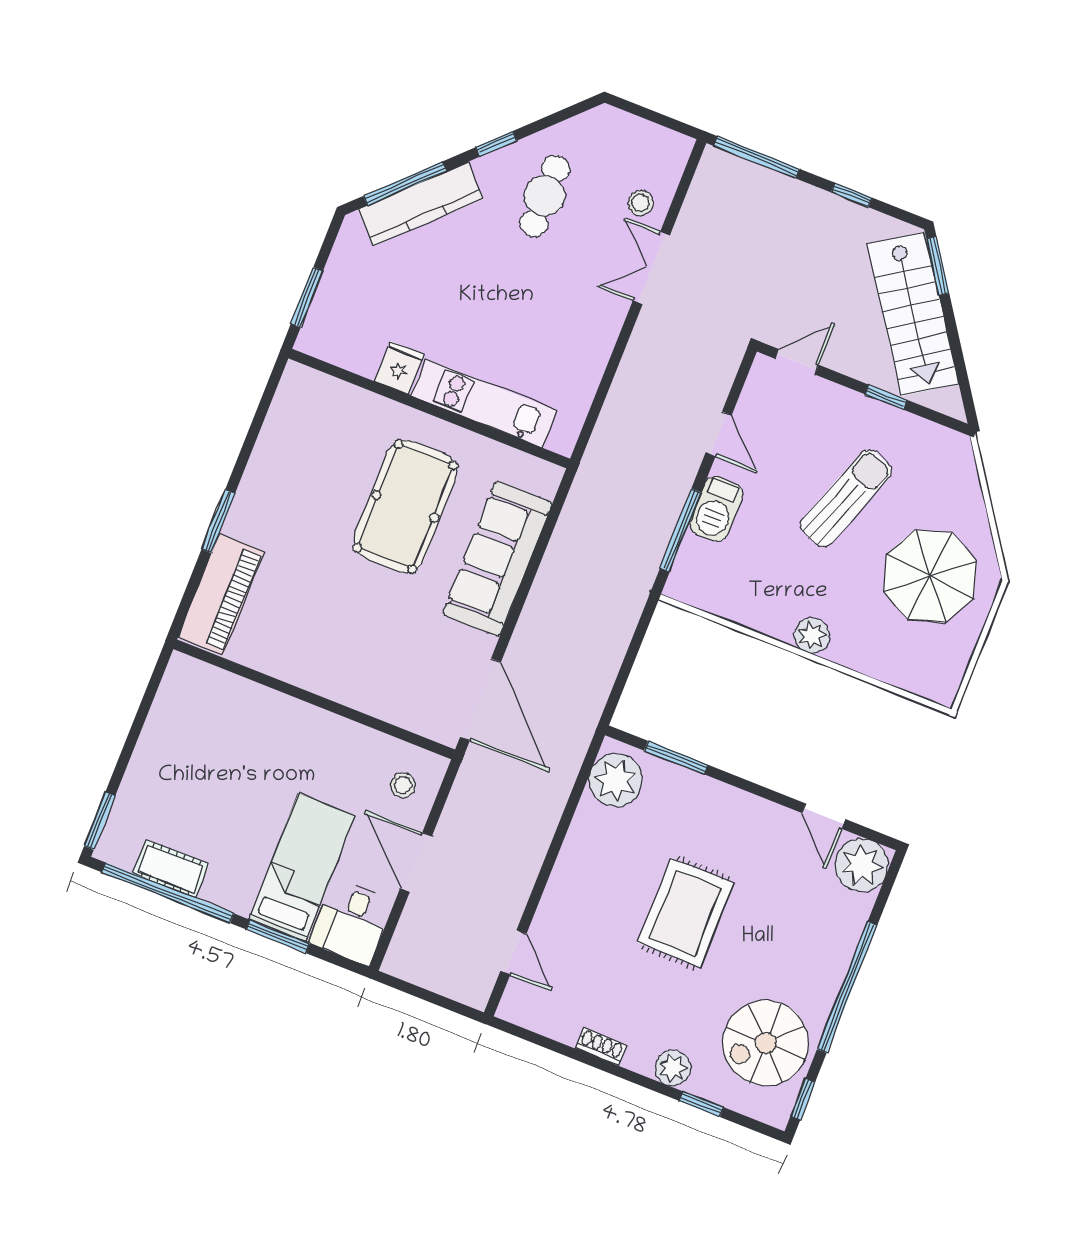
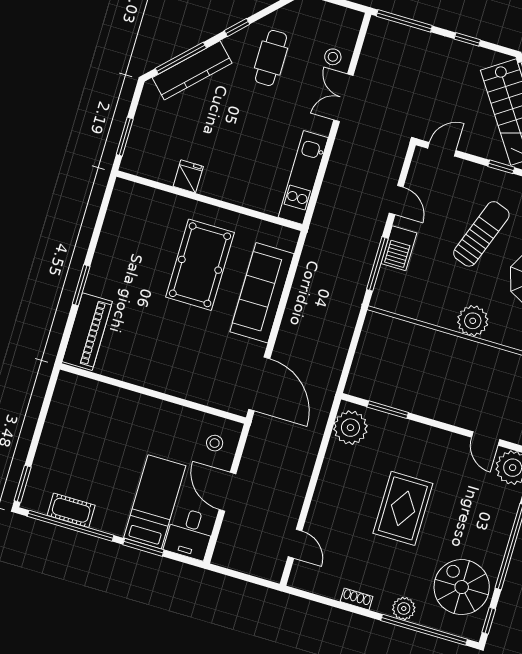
kitchen unit: (484, 403) -> (303, 177), moved, turned -90
plant: (812, 635) -> (473, 321), width x1.36, depth x1.36
spiral stairs: (766, 1043) -> (462, 587), turned 90
window: (701, 1104) -> (424, 630), width x3.17

